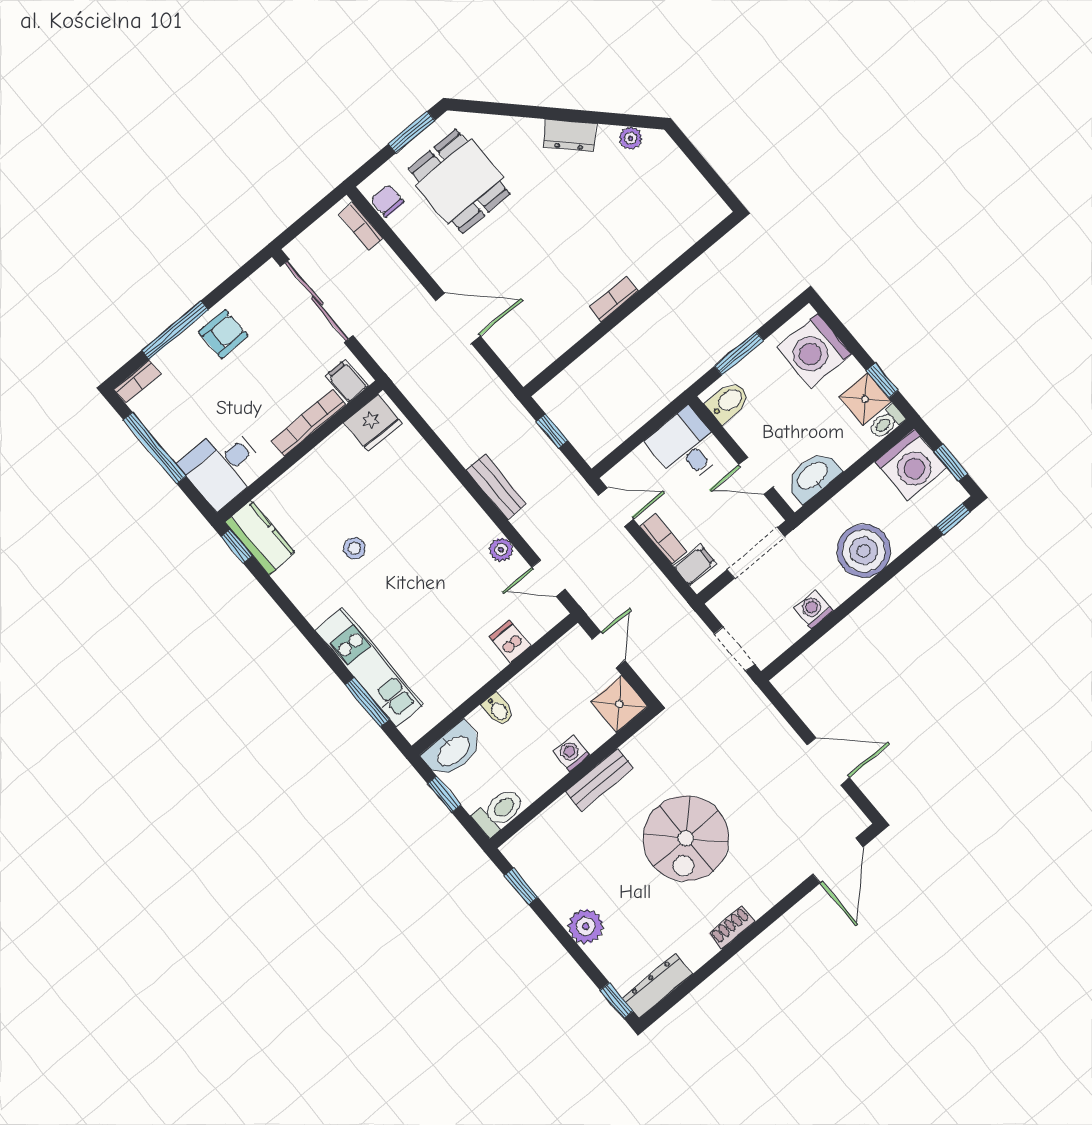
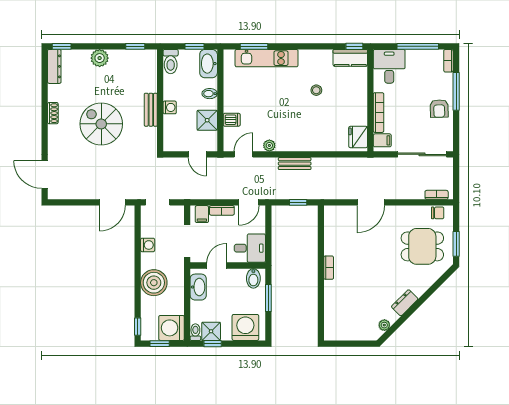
shower: (619, 704) -> (207, 120), moved
door: (828, 761) -> (112, 202), moved

